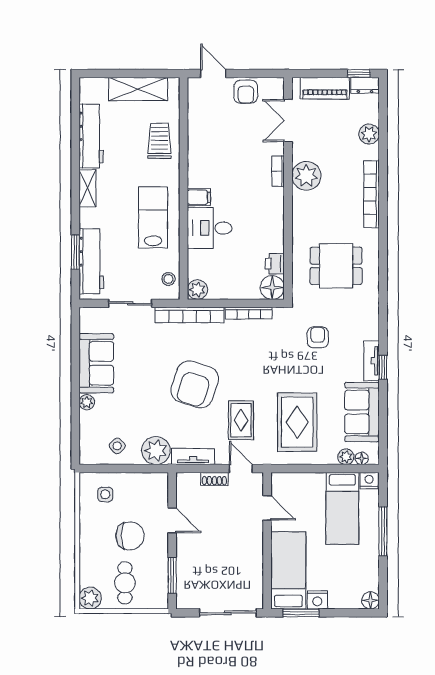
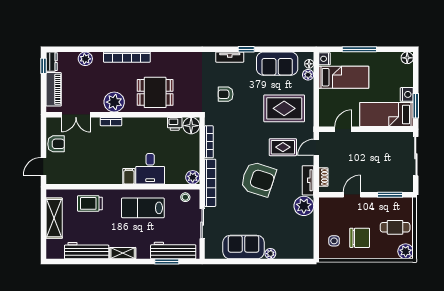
dining table: (336, 266) -> (155, 92), moved, turned 90
tv unit: (372, 361) -> (230, 57), moved
side table: (117, 446) -> (301, 233), removed
shoe rack: (214, 479) -> (323, 177), moved
chair: (130, 536) -> (360, 238), moved, turned 90

